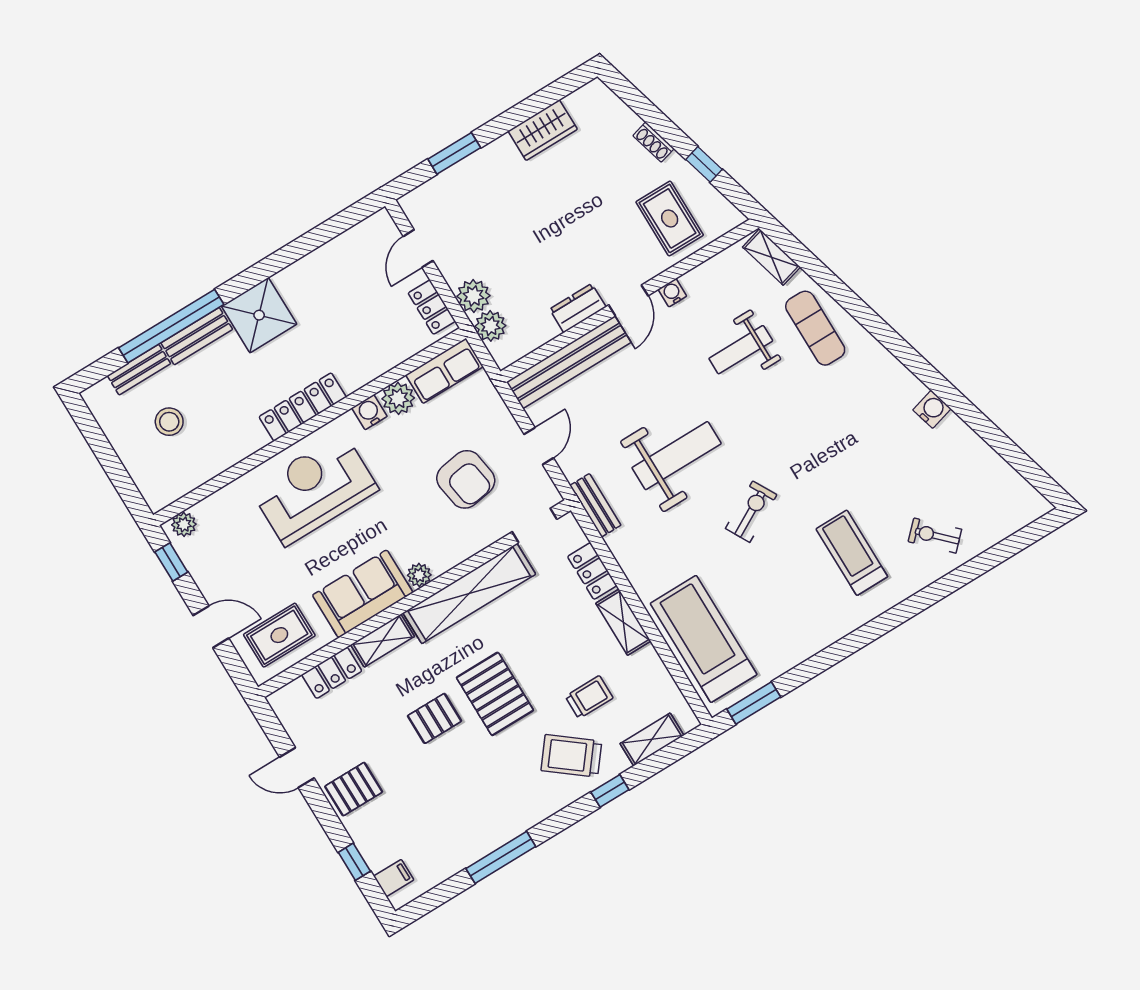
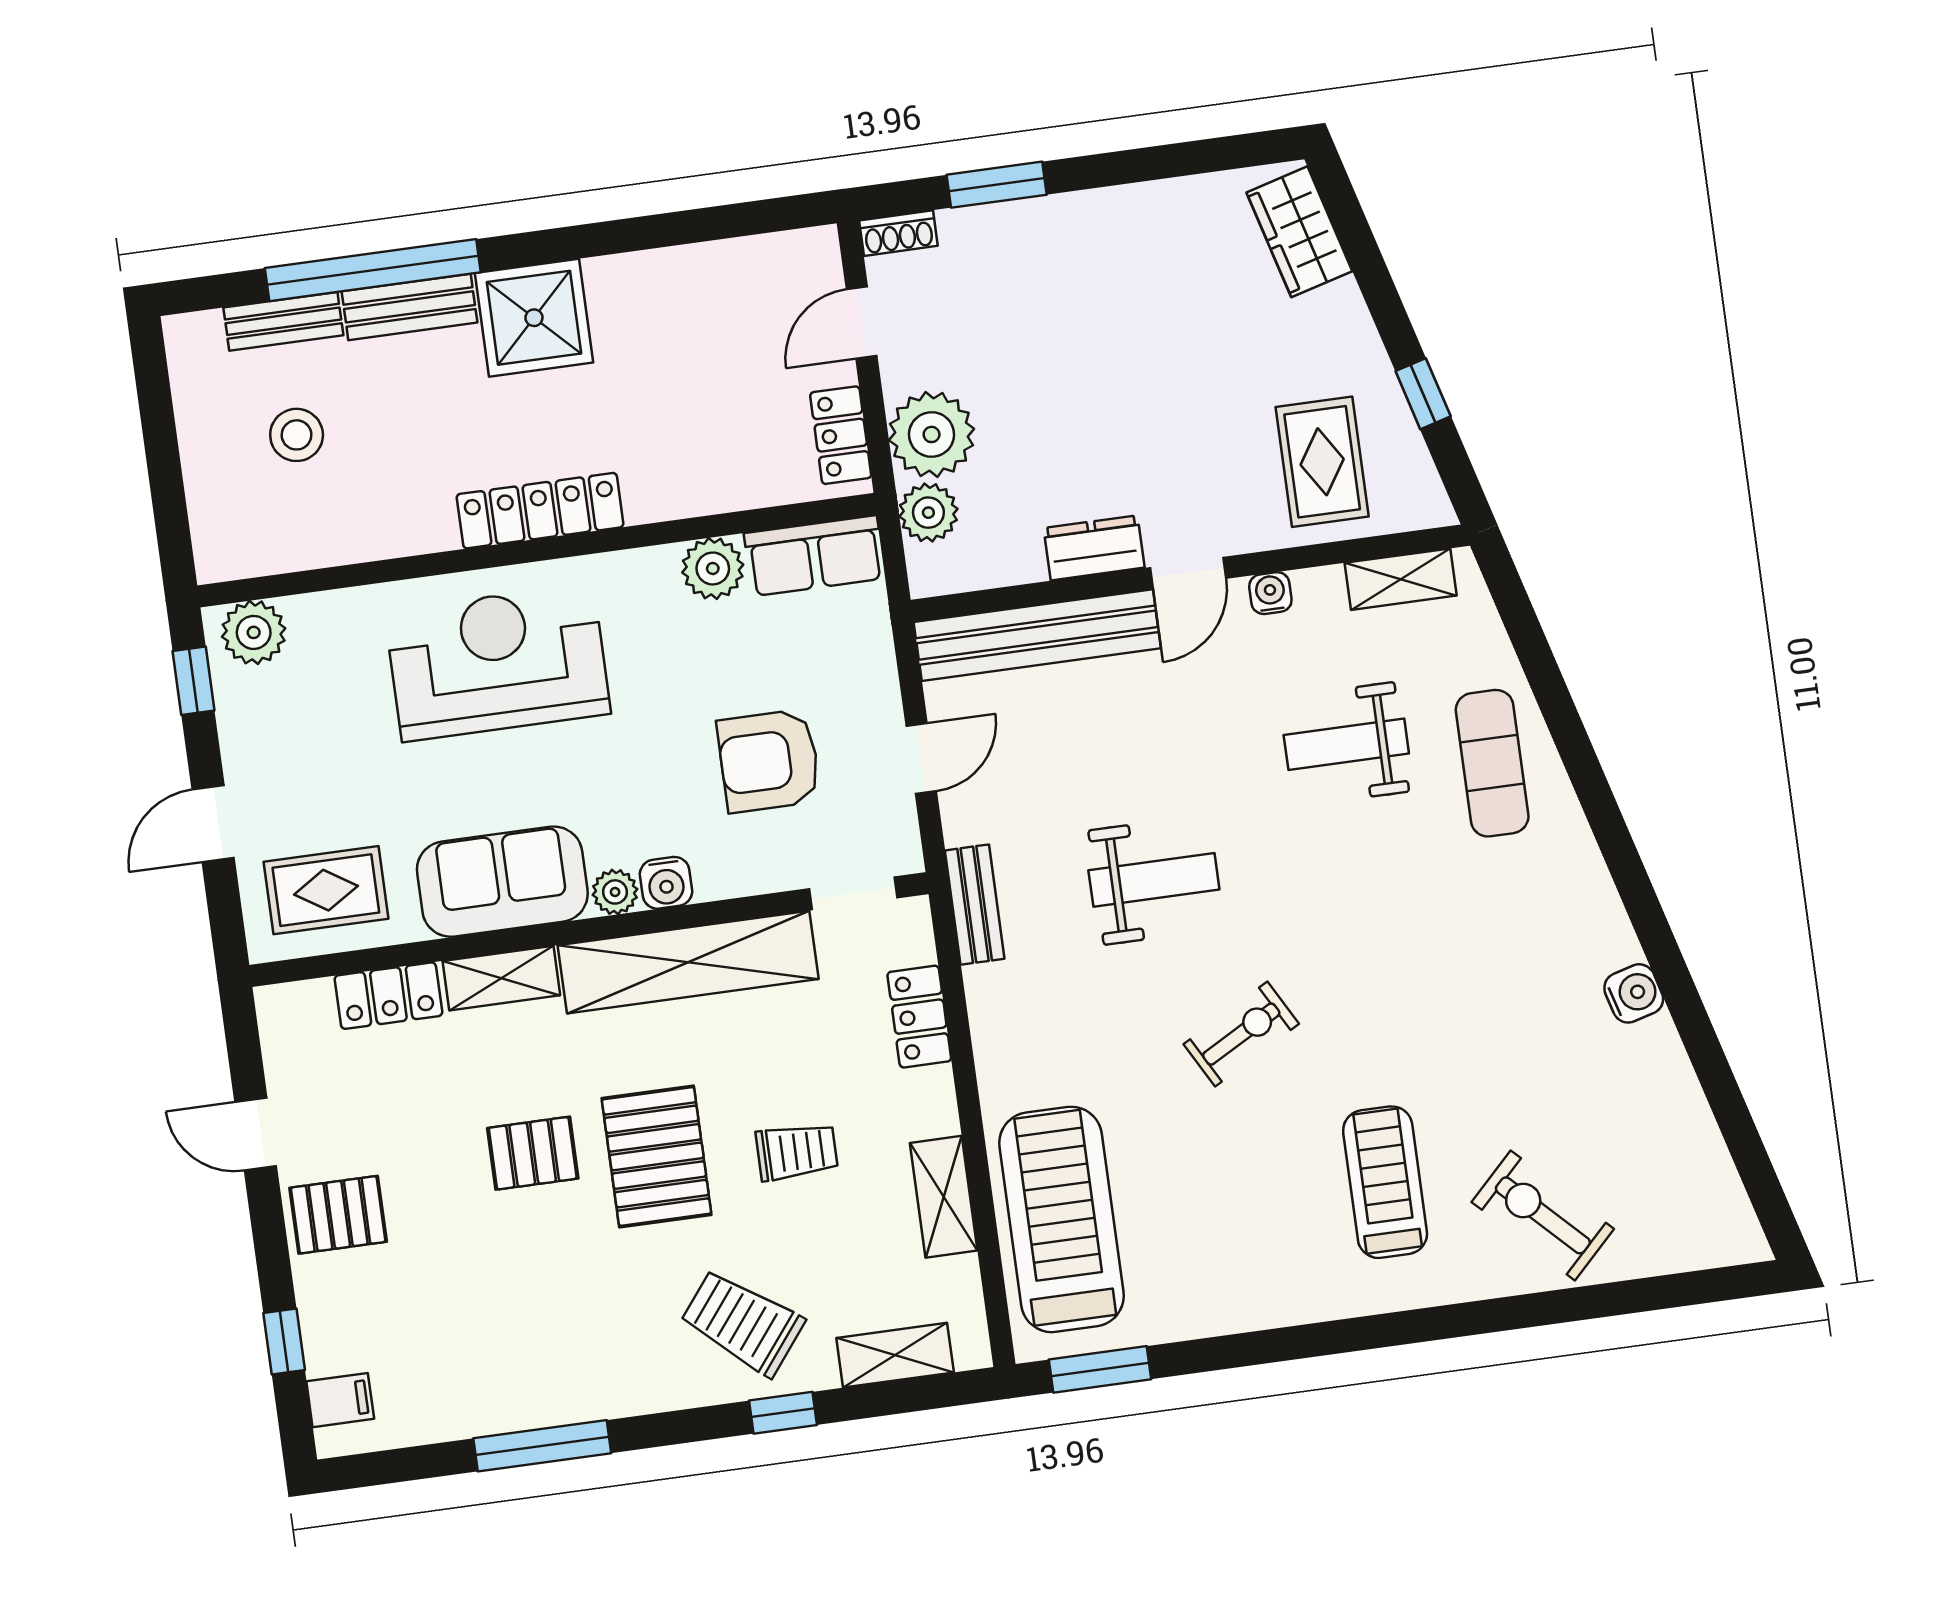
wardrobe: (543, 130) -> (1299, 232), moved, turned 75
shoe rack: (654, 142) -> (898, 233), moved, turned -75
shelving: (771, 257) -> (1401, 579), moved, turned -75
plant: (473, 296) -> (932, 434), width x1.36, depth x1.36
water cooler: (369, 412) -> (666, 883), moved, turned 180
weight bench: (677, 456) -> (1154, 880), width x0.73, depth x0.75
armchair: (466, 479) -> (769, 761), turned 99
plant: (184, 524) -> (254, 632), width x1.38, depth x1.38
exercise bike: (935, 536) -> (1543, 1215), width x1.38, depth x1.39
shelving: (623, 622) -> (944, 1197), moved
door: (211, 627) -> (213, 824), swing flipped
trolley: (589, 697) -> (797, 1152), moved

